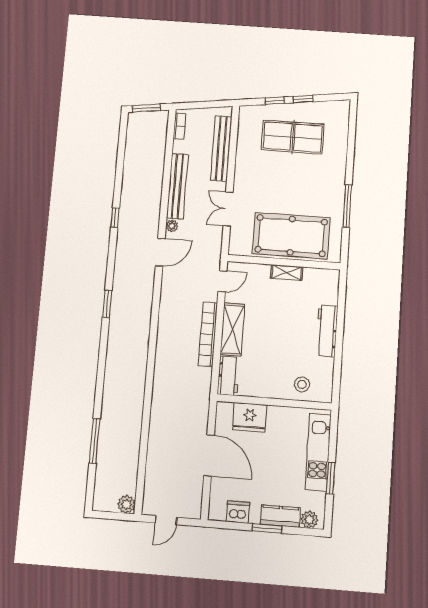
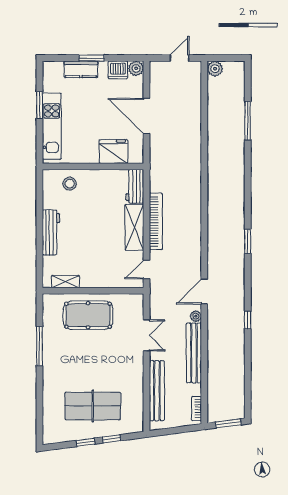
pool table: (291, 236) -> (88, 315), width x0.73, depth x0.76
shelving: (287, 273) -> (65, 282), moved
plant: (309, 520) -> (136, 68), moved

